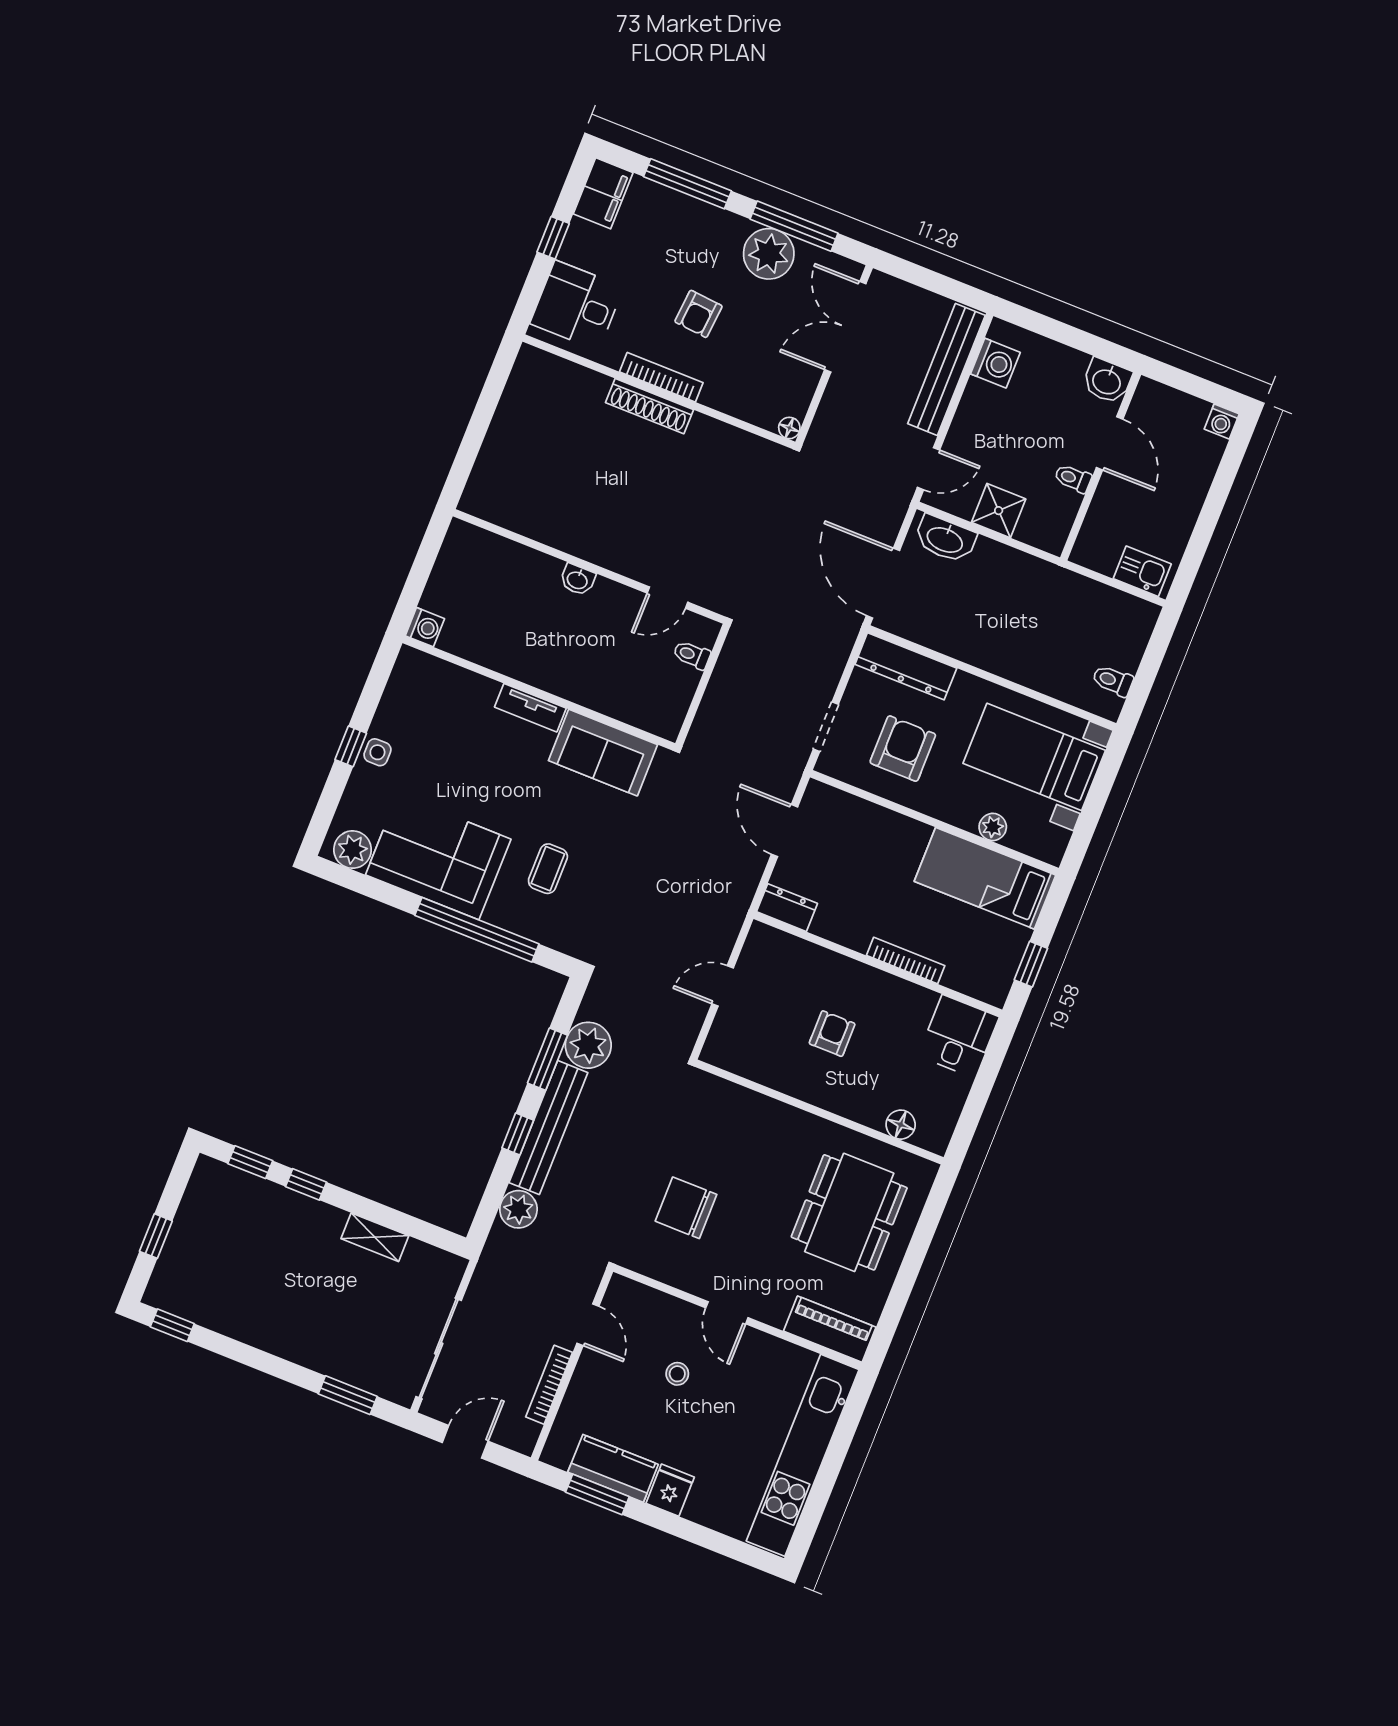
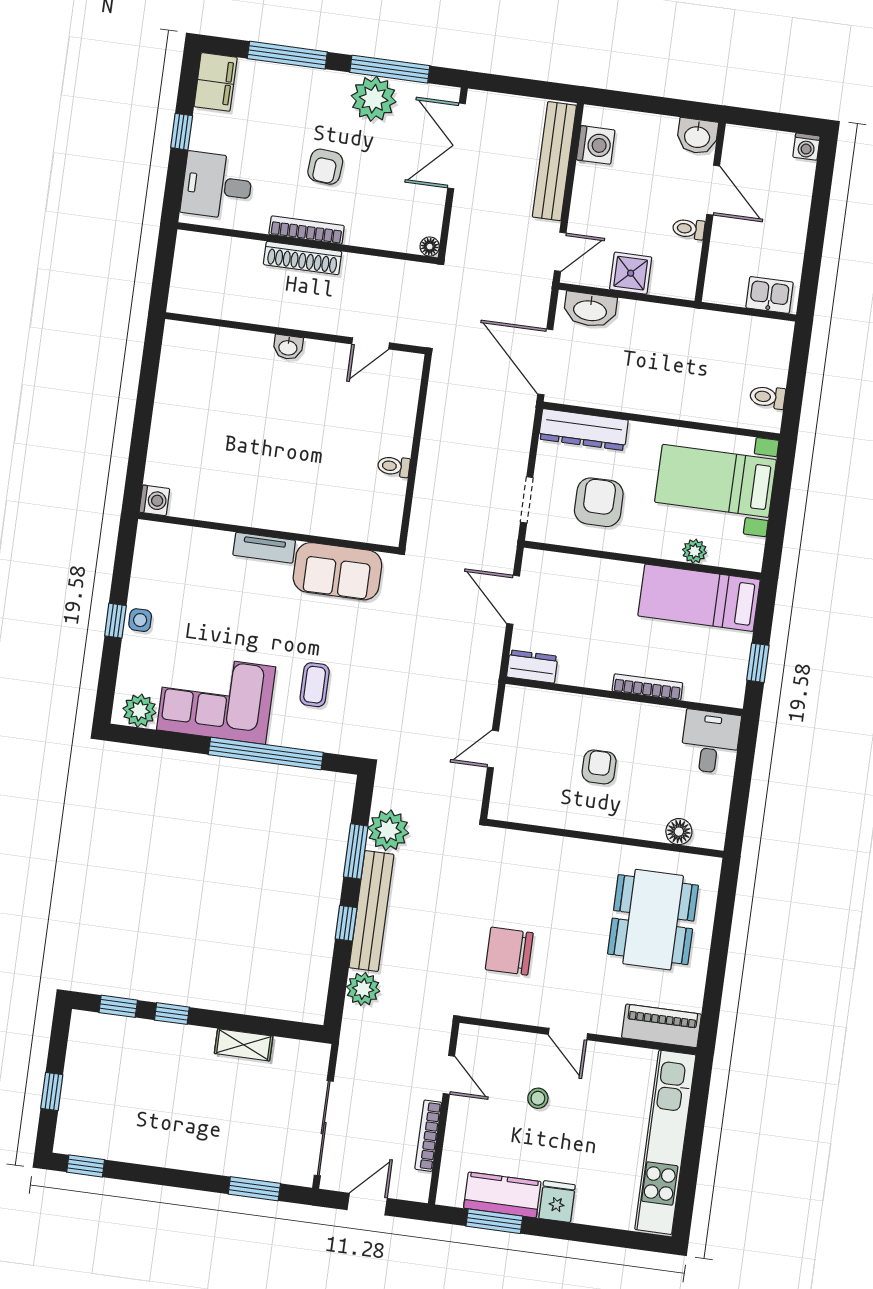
wall: (589, 566) -> (295, 333), moved
washbasin: (577, 580) -> (288, 347), moved
door: (667, 598) -> (371, 343), moved

